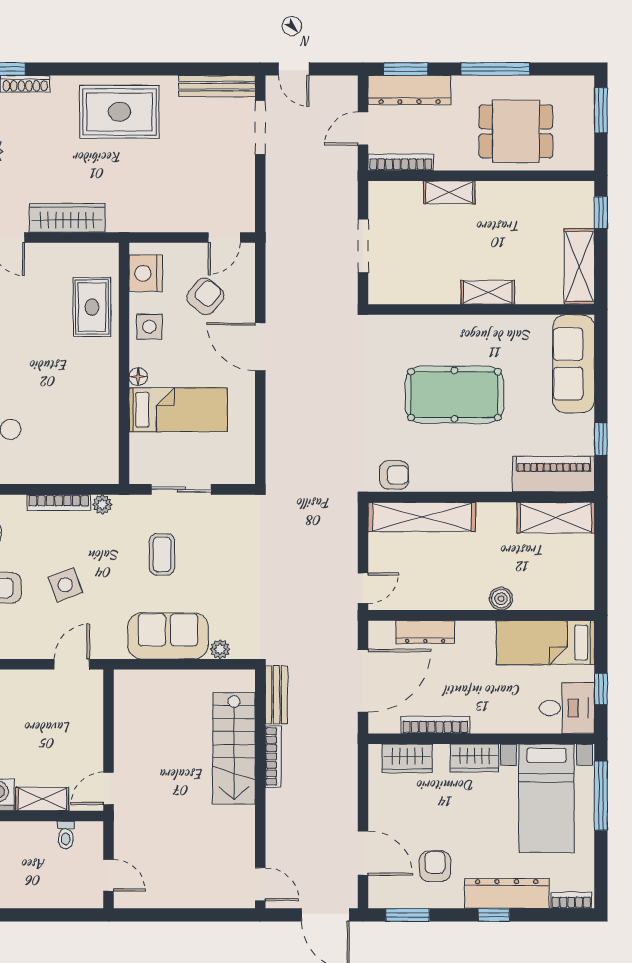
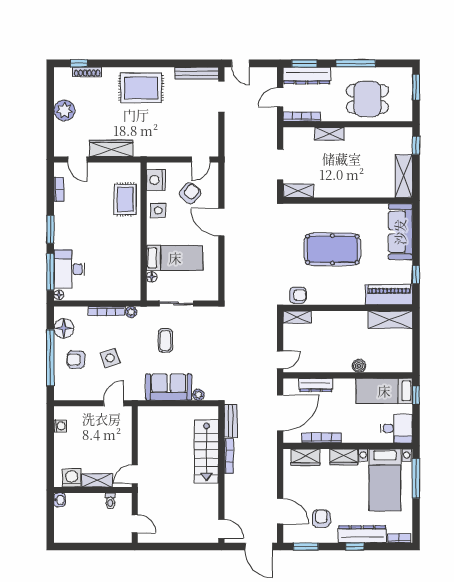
shelving: (488, 292) -> (298, 191), moved
floor lamp: (138, 377) -> (152, 277), moved
shelving: (422, 517) -> (297, 317), width x0.45, depth x0.75
window: (601, 689) -> (416, 395), moved

